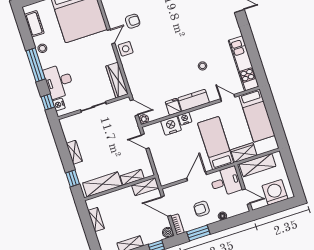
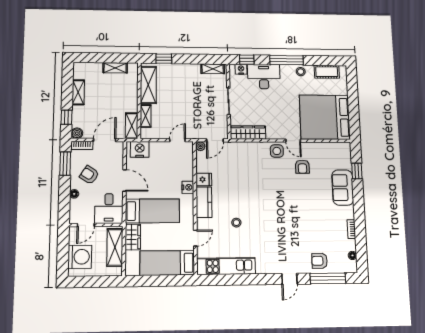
nightstand: (171, 126) -> (140, 149), moved, turned -90
shelving: (74, 152) -> (213, 69), moved
armchair: (202, 209) -> (89, 175), turned -57

